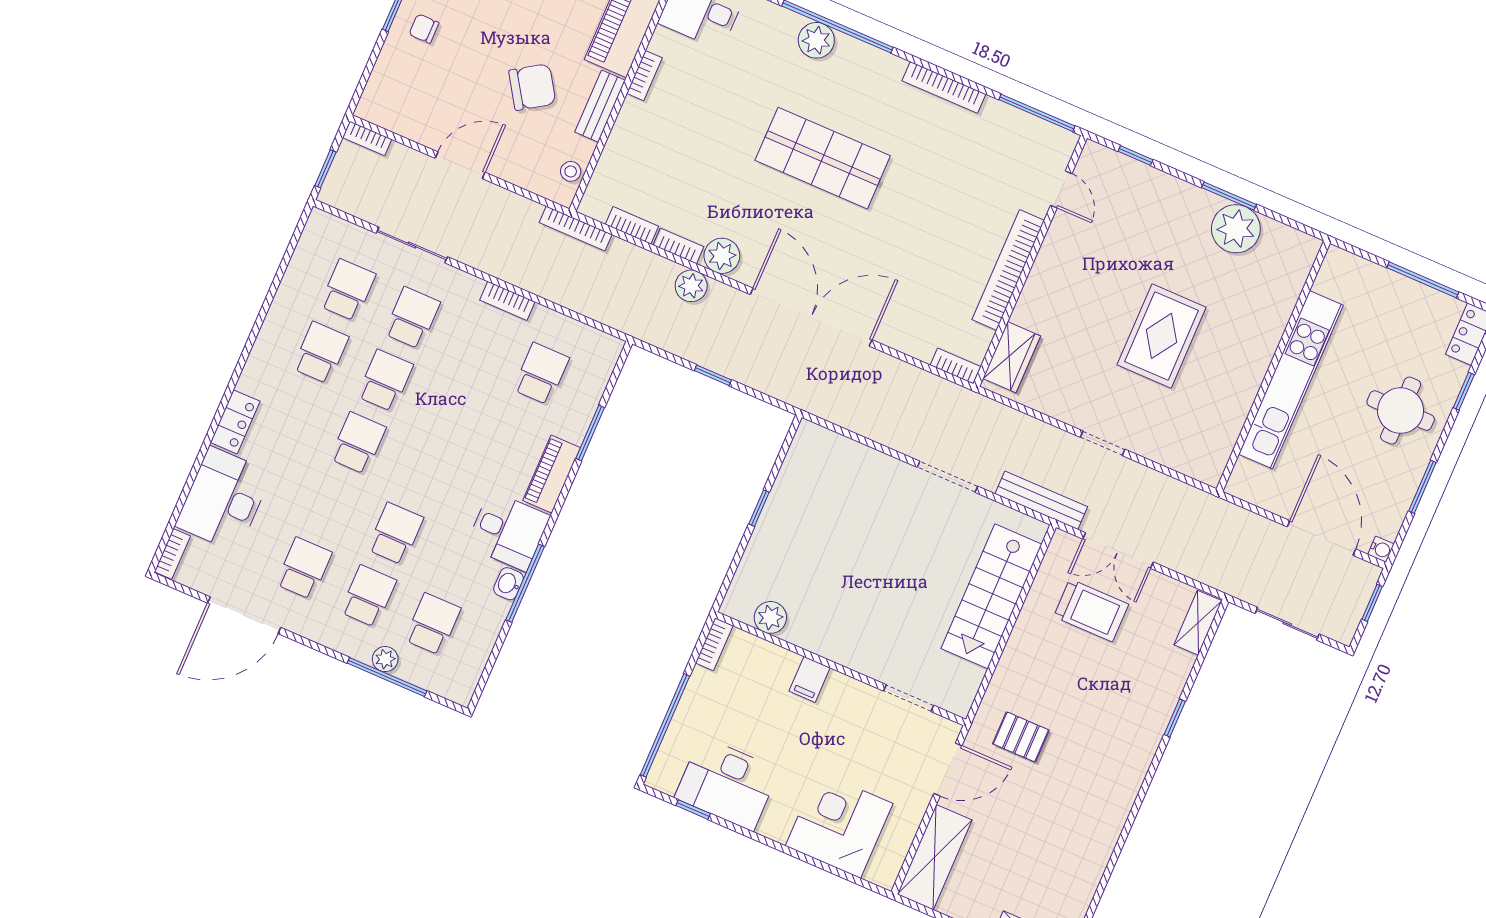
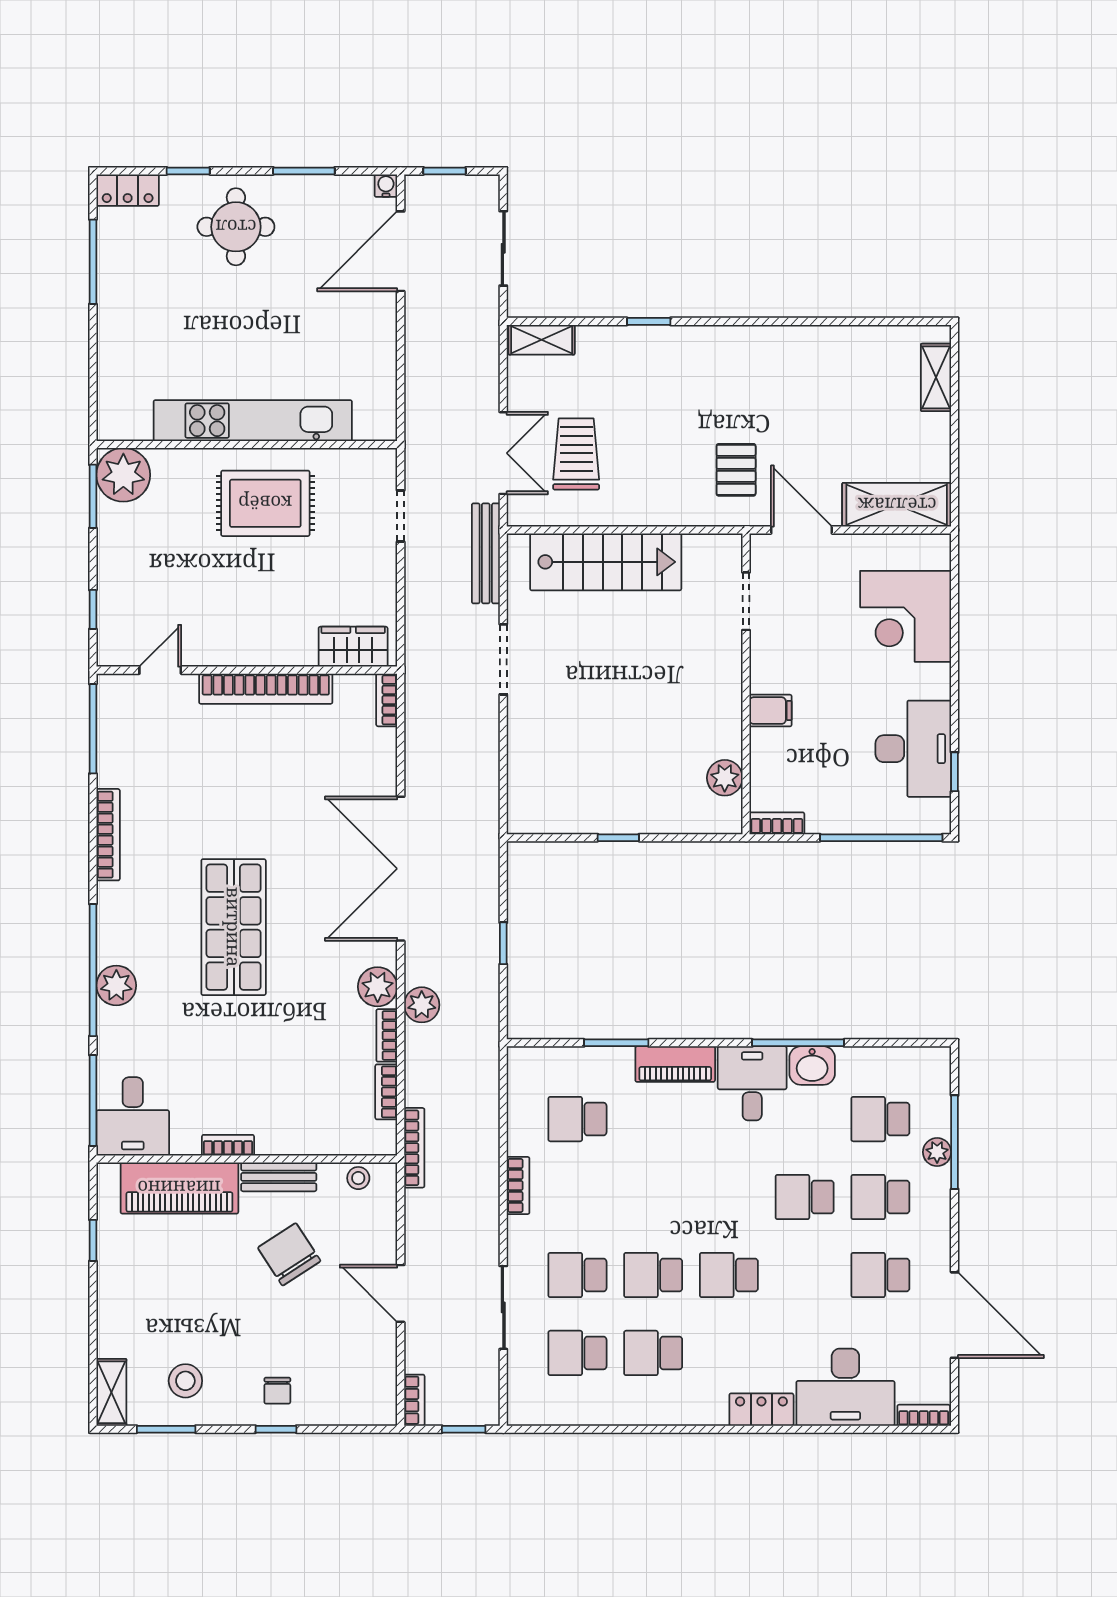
wall: (1273, 366) -> (247, 444), moved
kitchen unit: (1291, 380) -> (253, 421), moved
washbasin: (509, 584) -> (812, 1066), width x1.38, depth x1.45

